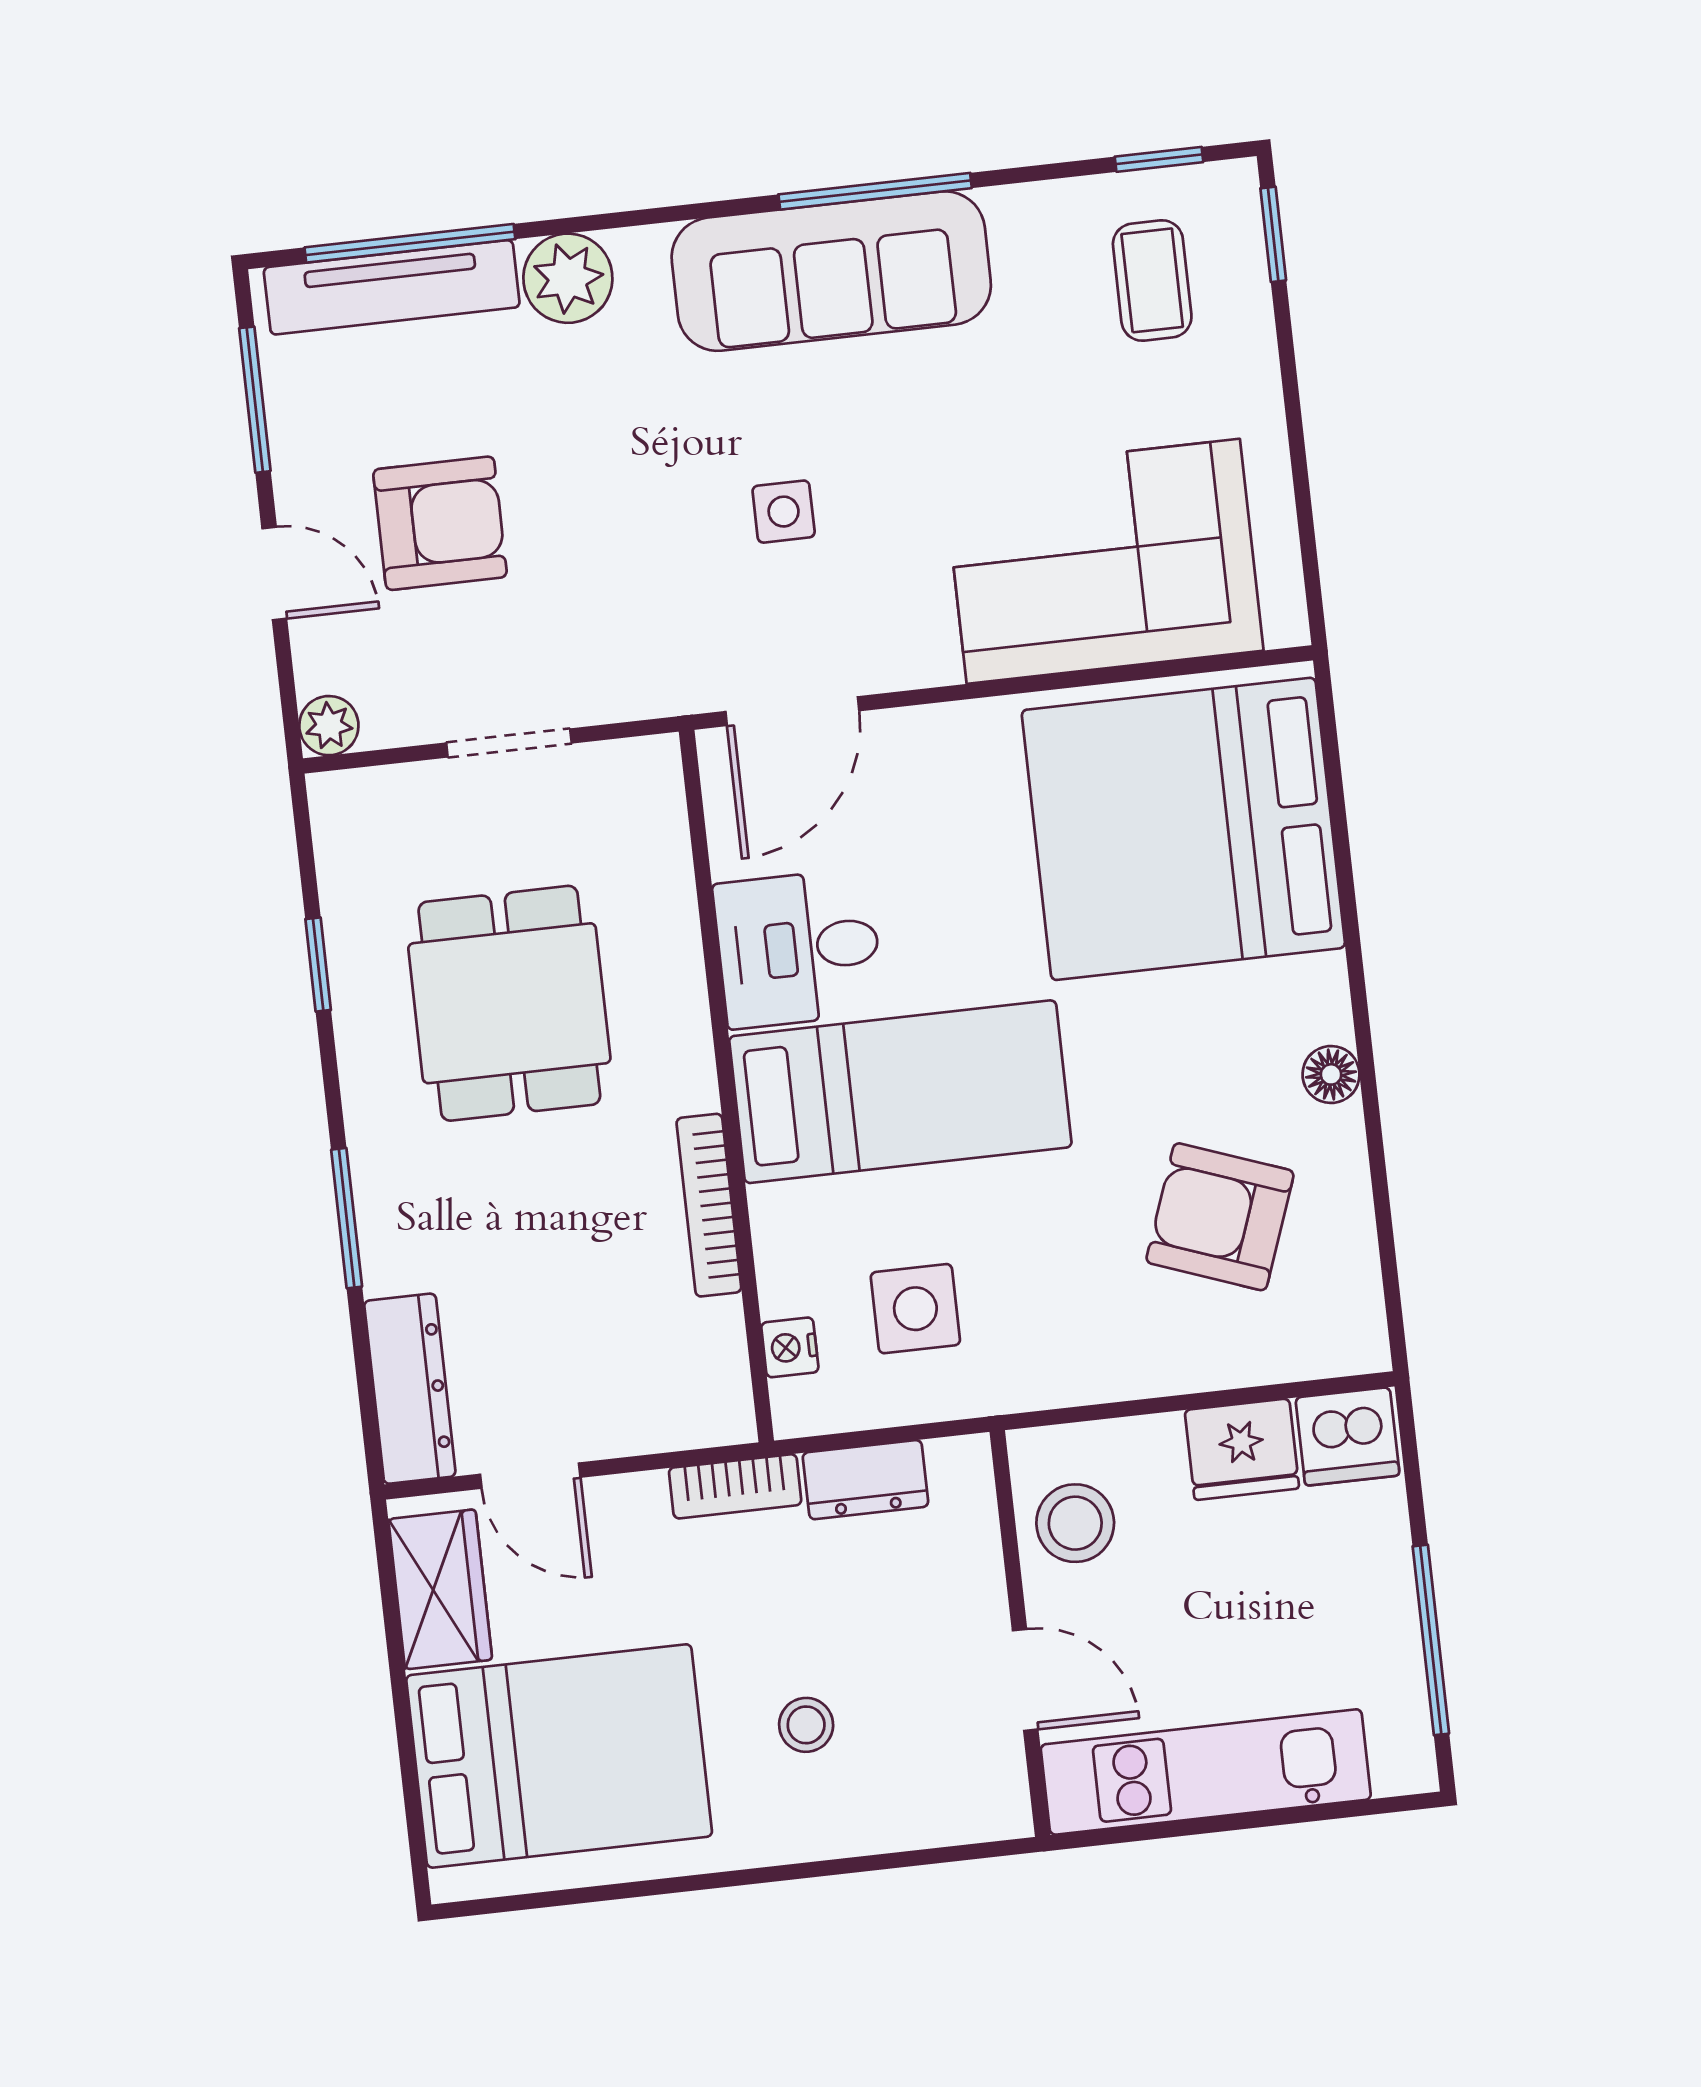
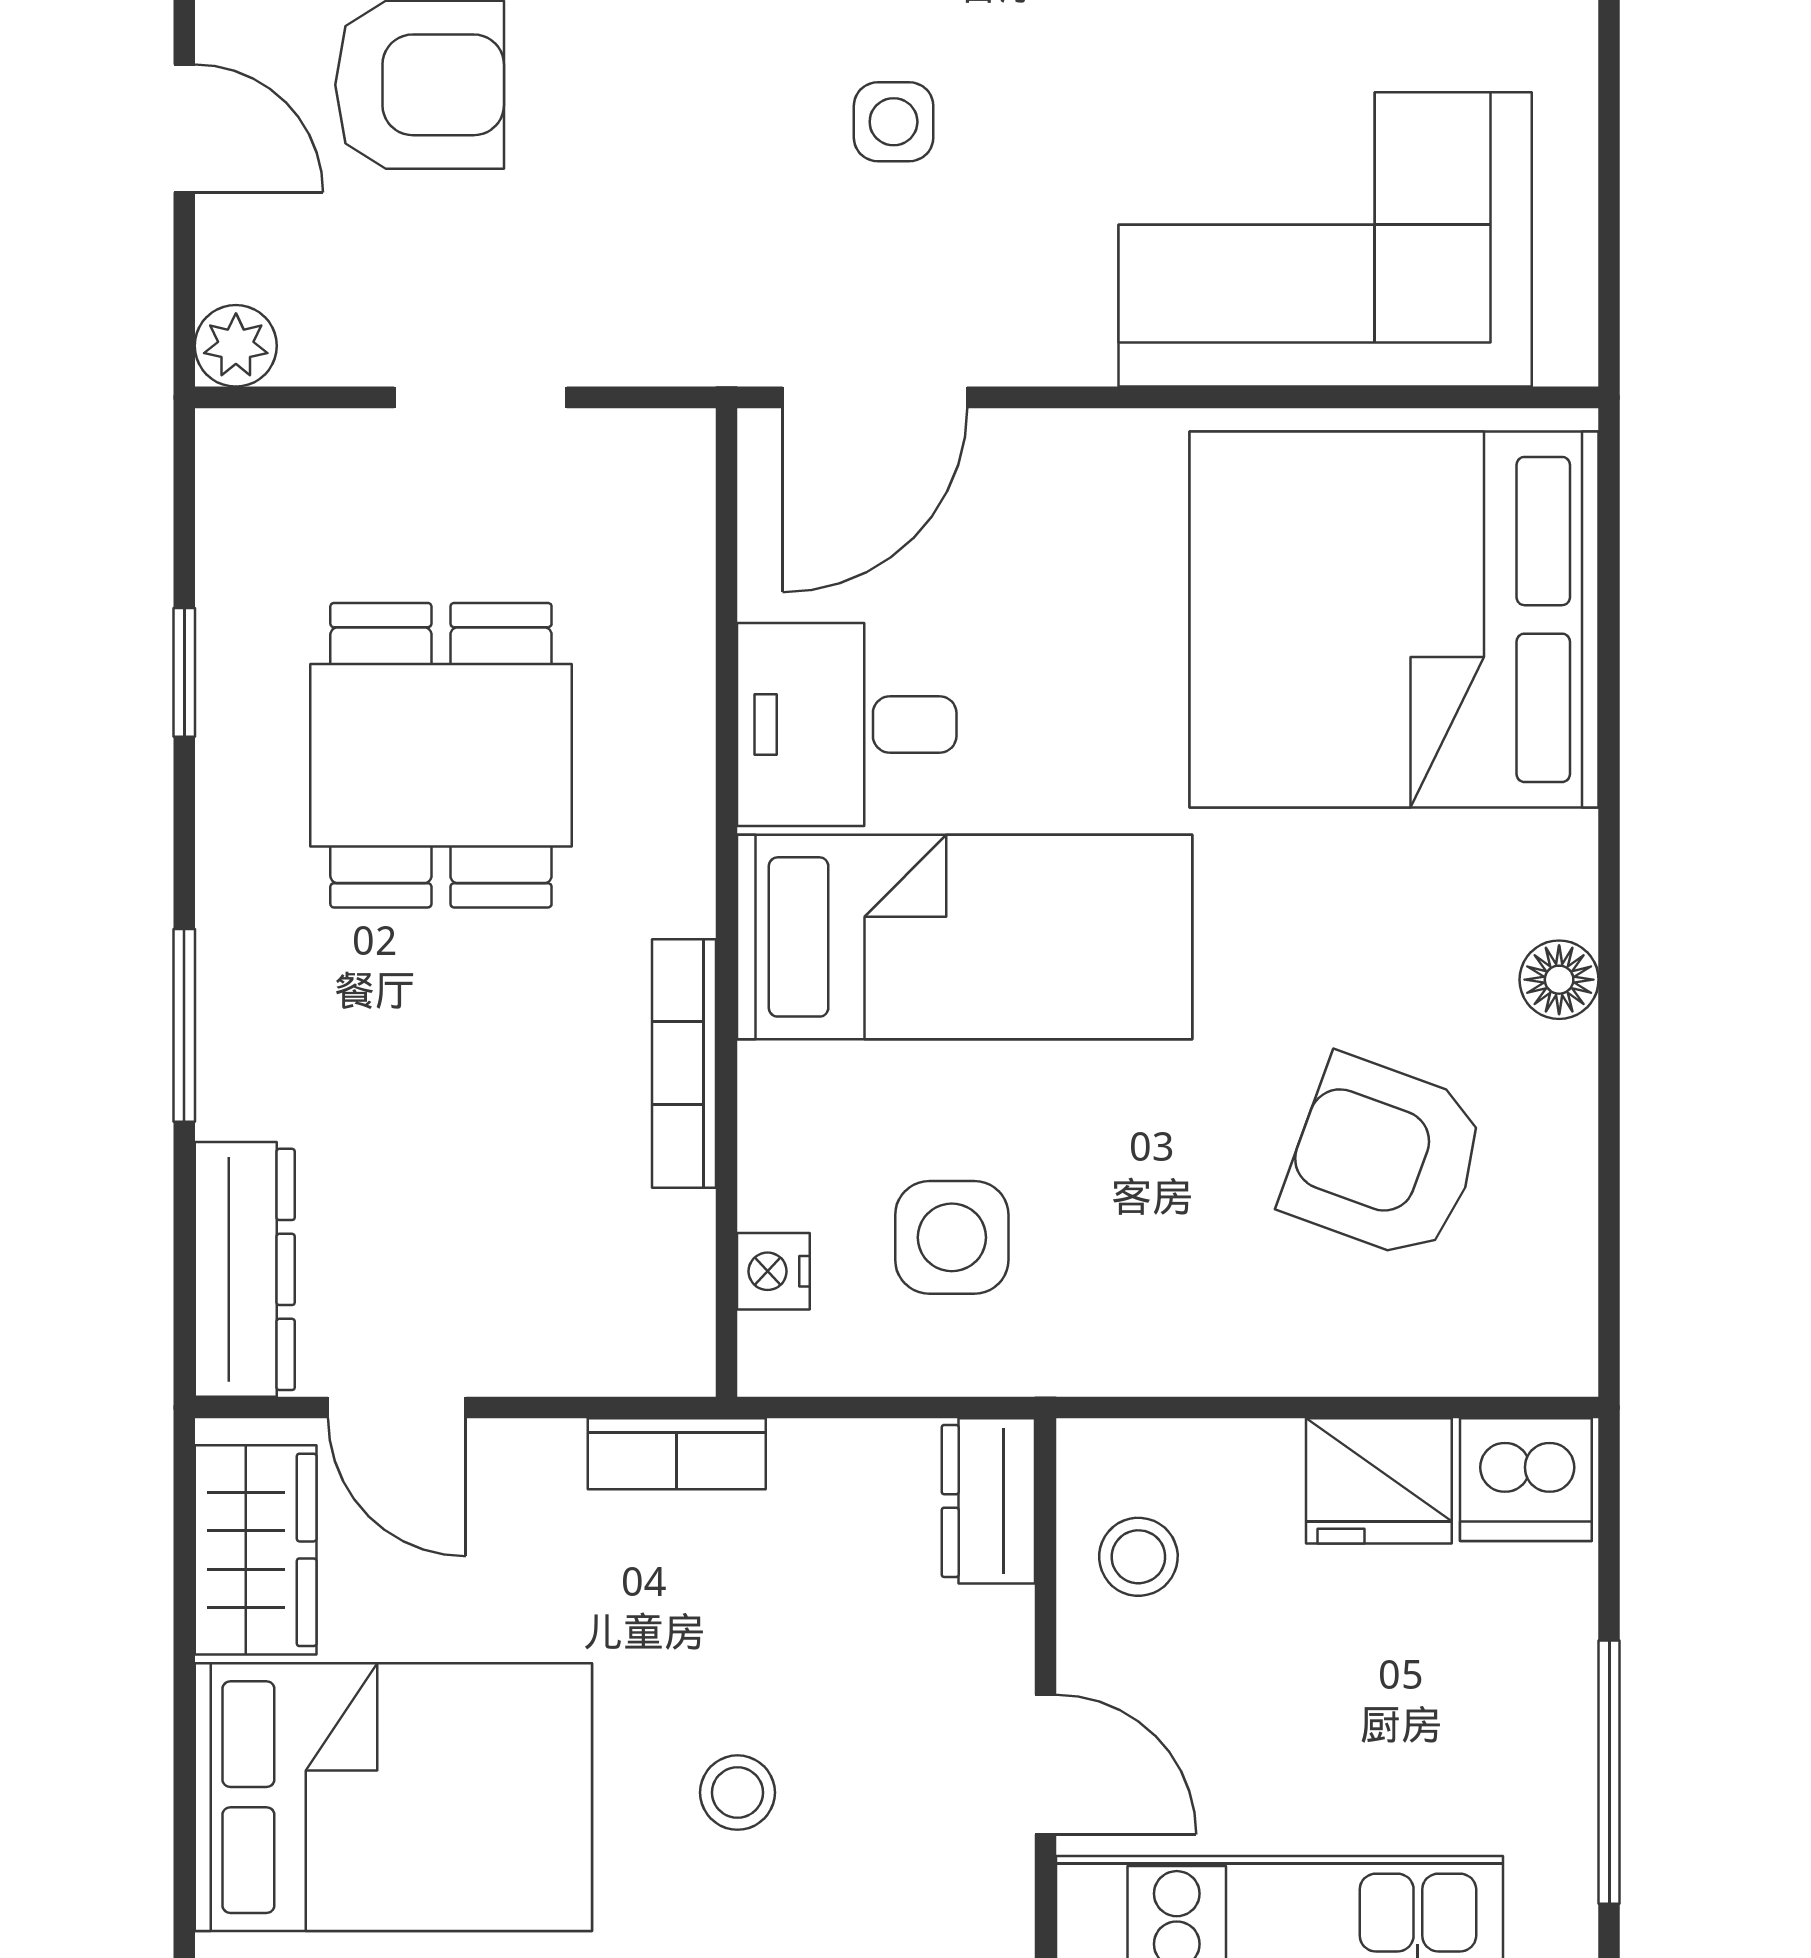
dresser: (865, 1480) -> (988, 1501), moved, turned 90
stool: (1075, 1523) -> (1138, 1557), width x0.73, depth x0.73

